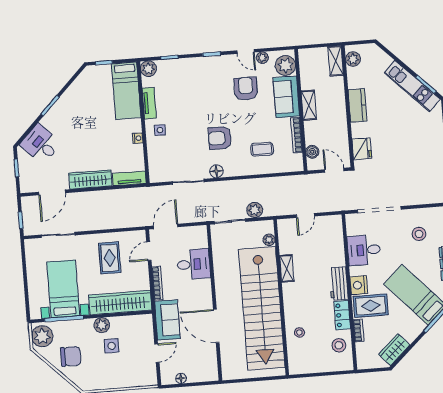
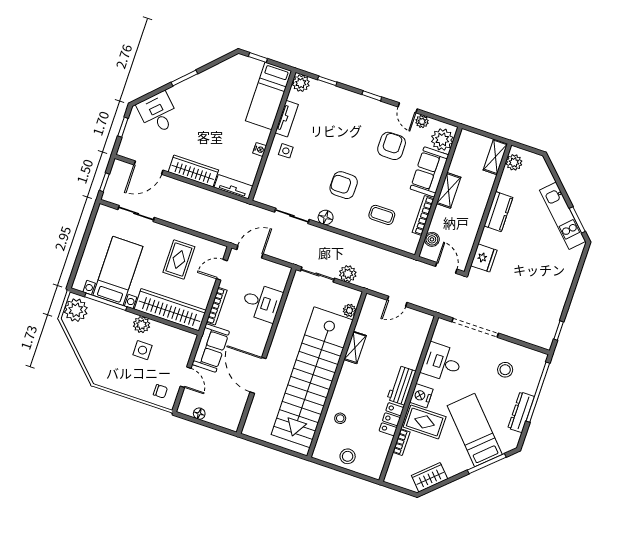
stool: (339, 345) -> (348, 456), moved
door: (157, 353) -> (186, 377), hinge flipped
chair: (71, 356) -> (160, 391), moved, width x0.54, depth x0.54

